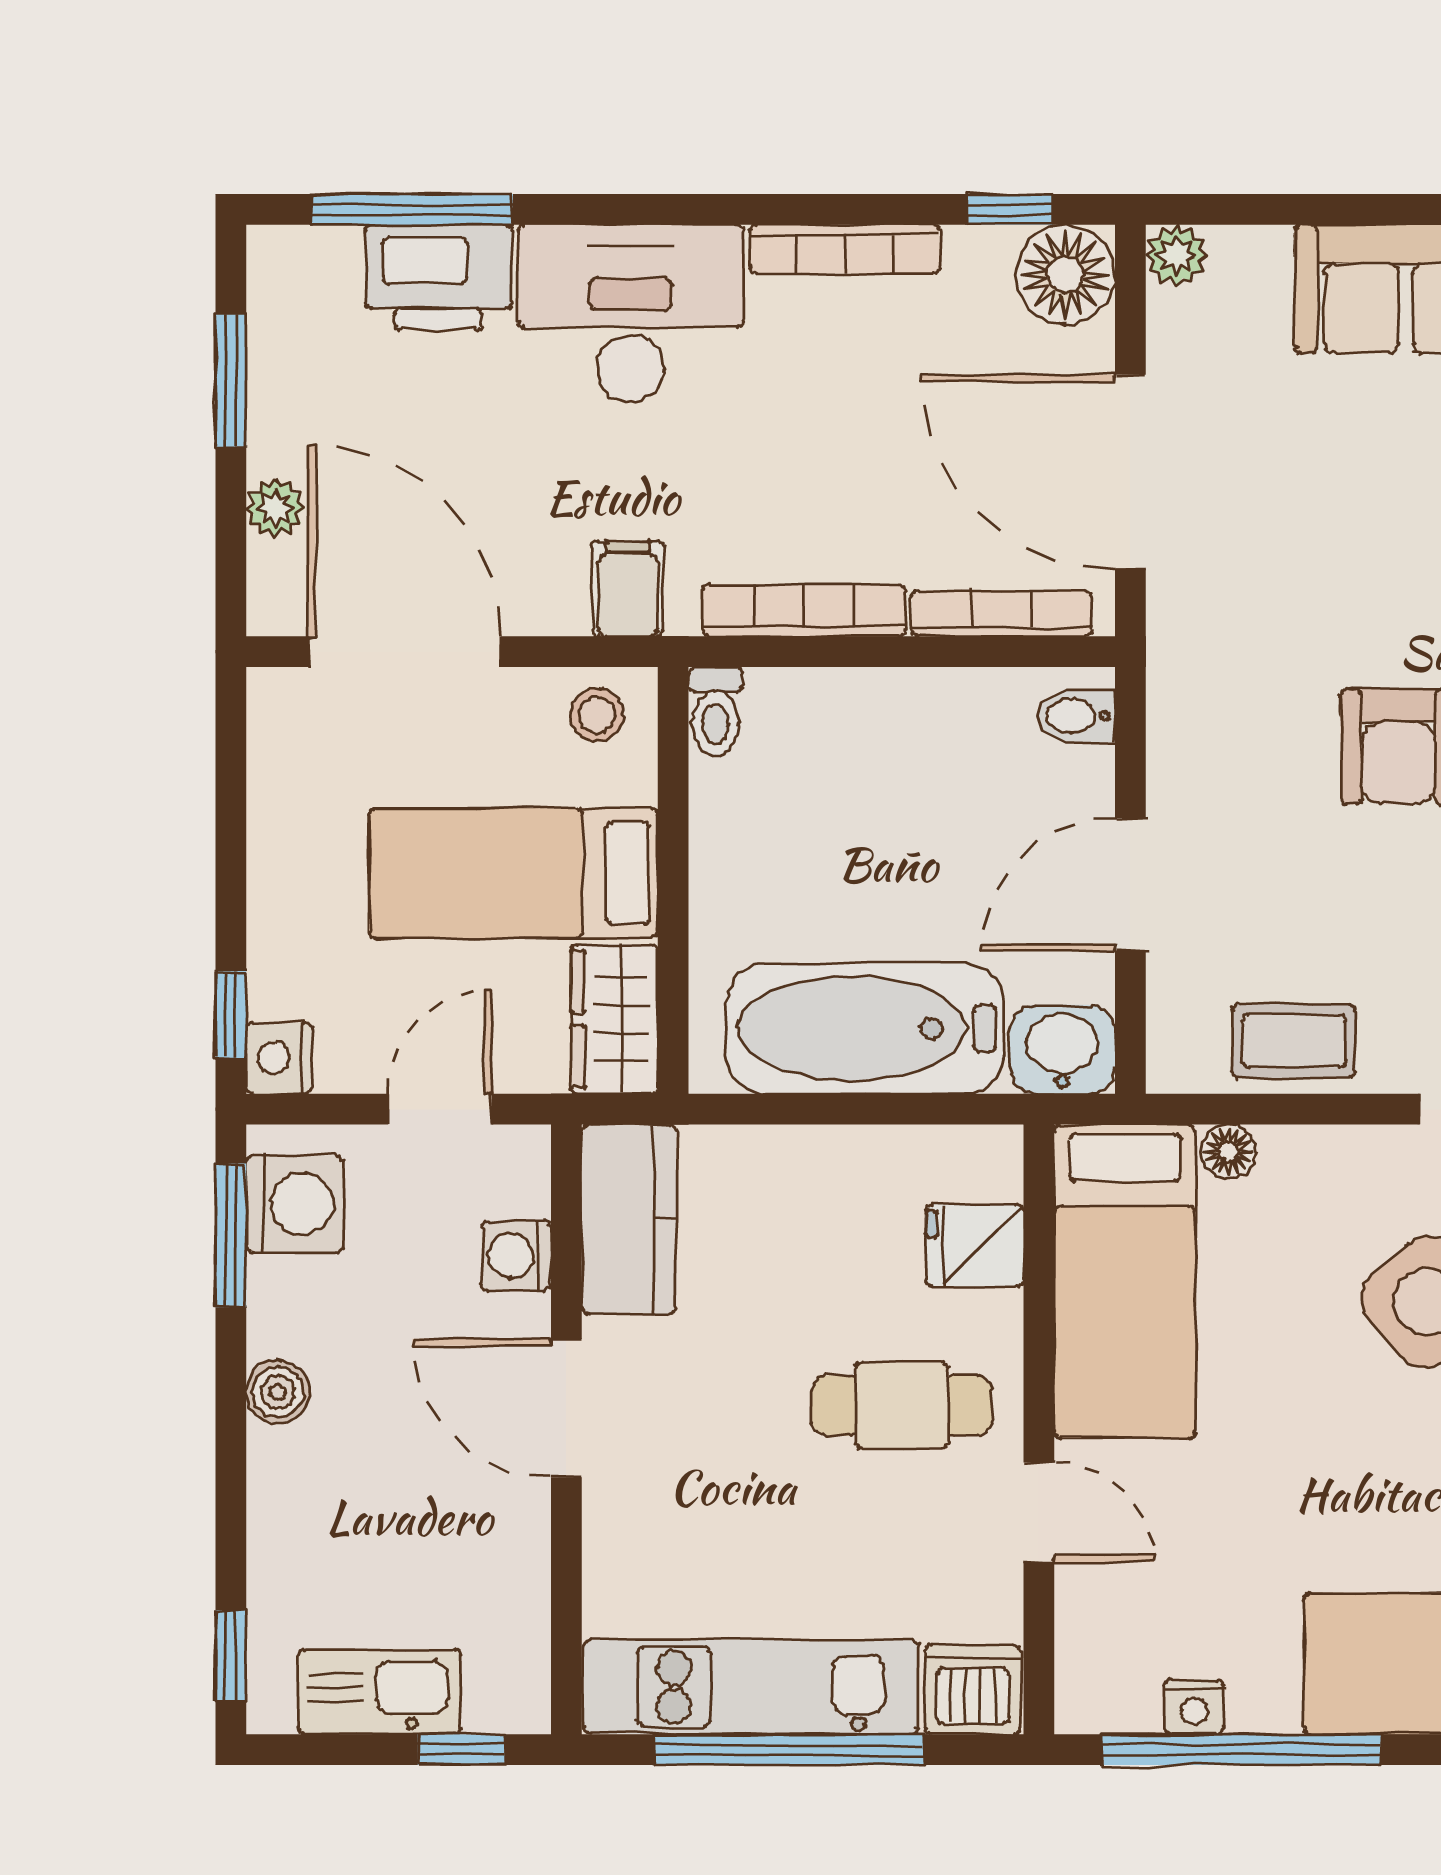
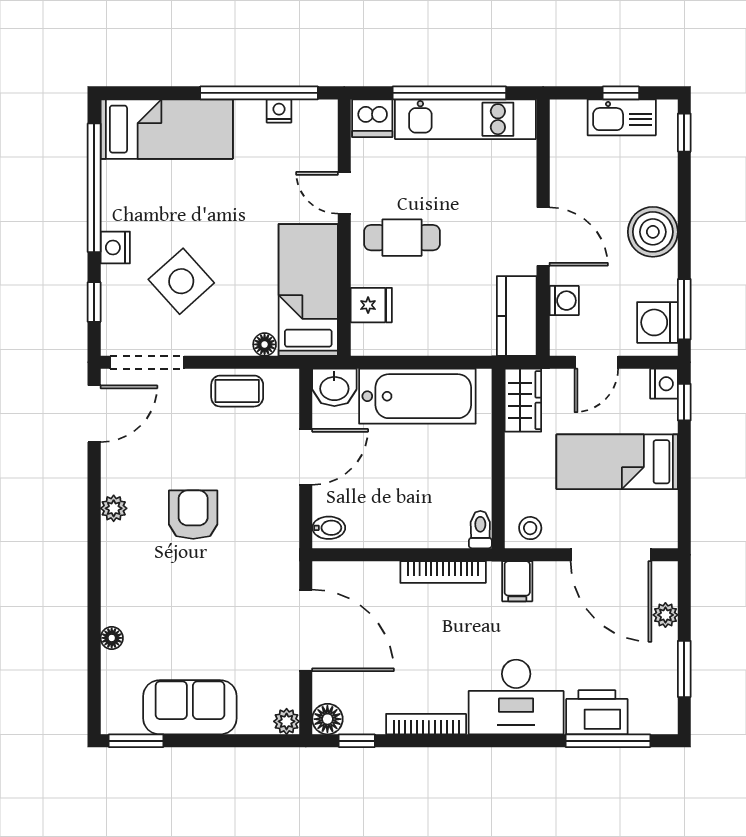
floor lamp: (1065, 275) -> (327, 719), width x0.73, depth x0.73
bookcase: (1002, 613) -> (360, 571), removed
bed: (513, 873) -> (617, 462), moved, turned 180
boiler: (278, 1392) -> (653, 232), width x1.86, depth x1.86
window: (461, 1750) -> (621, 93), moved

